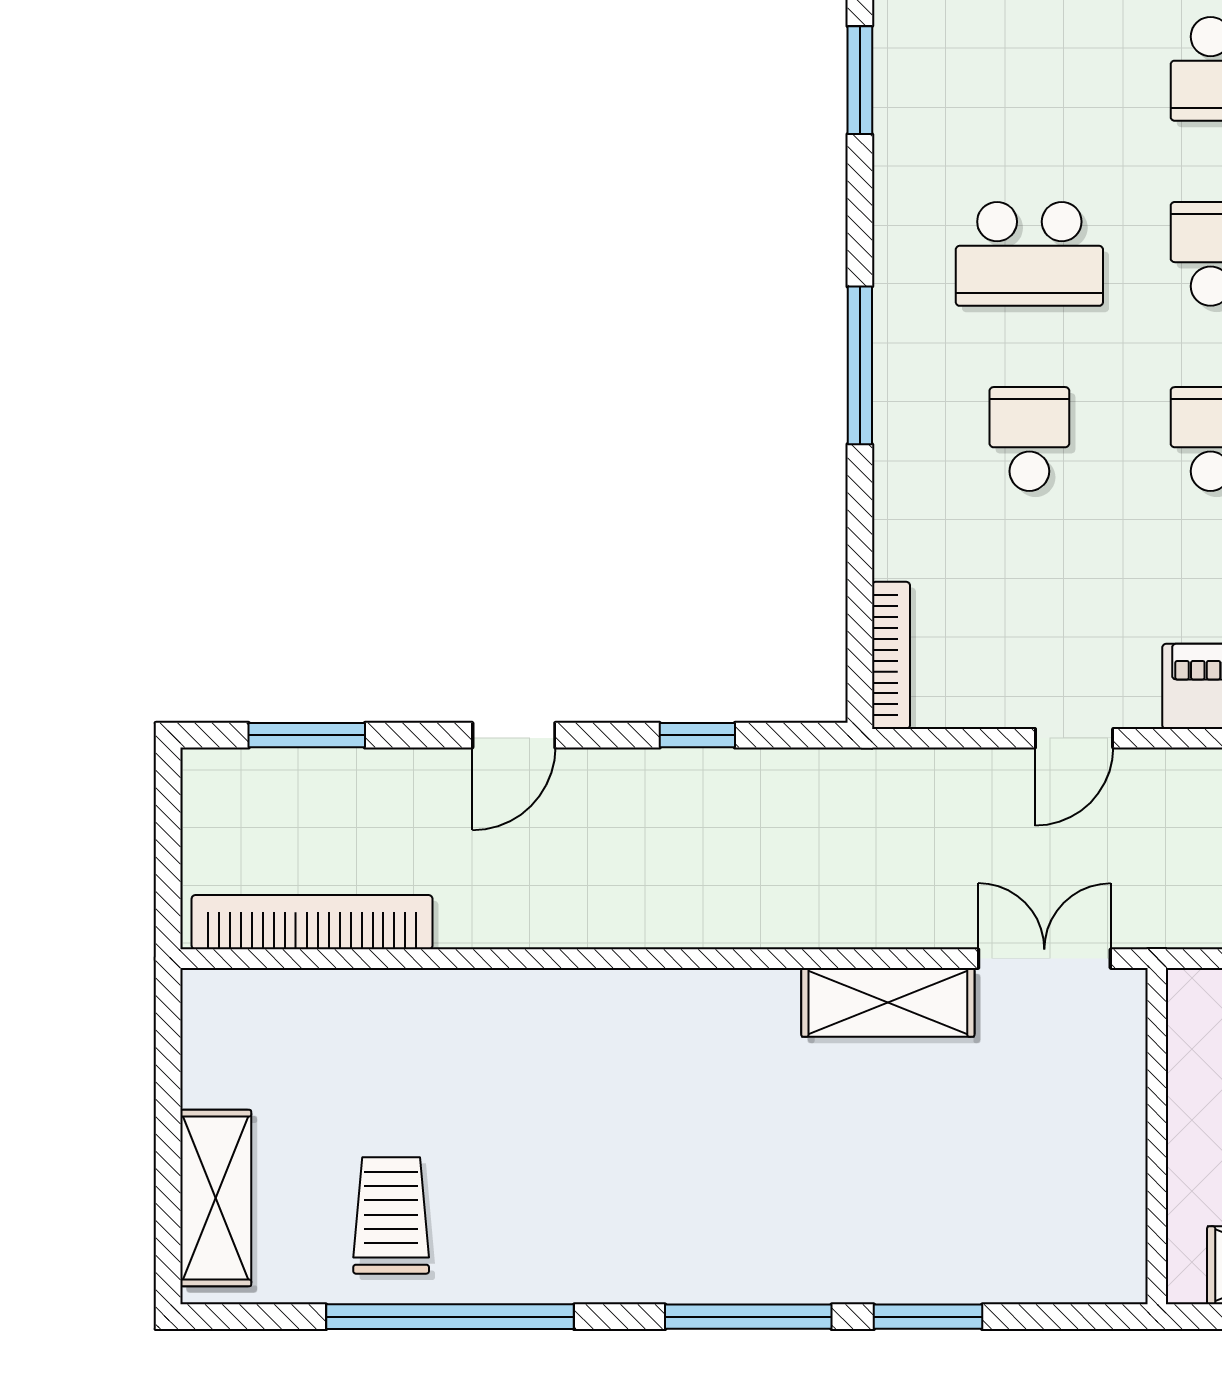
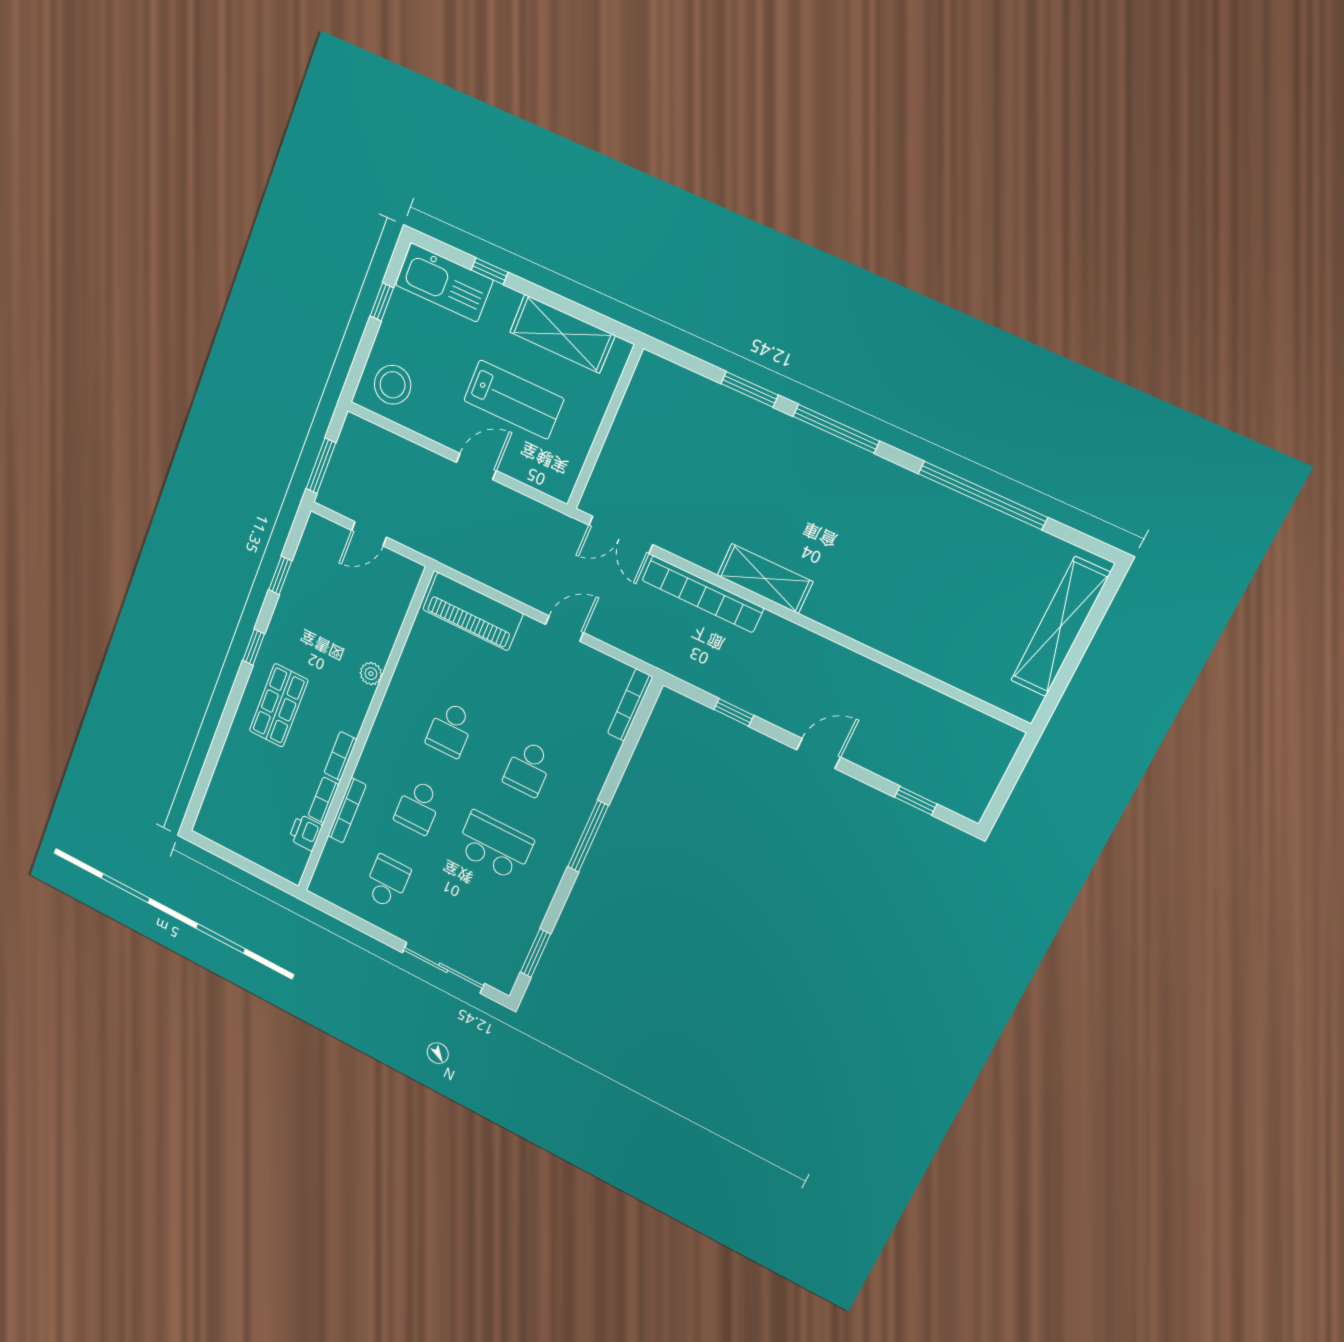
window: (307, 735) -> (916, 801), width x0.67
bookcase: (312, 922) -> (703, 594), moved
shelving: (888, 1002) -> (765, 579), moved
shelving: (216, 1198) -> (1060, 627), width x1.47
trolley: (391, 1216) -> (987, 558), removed

